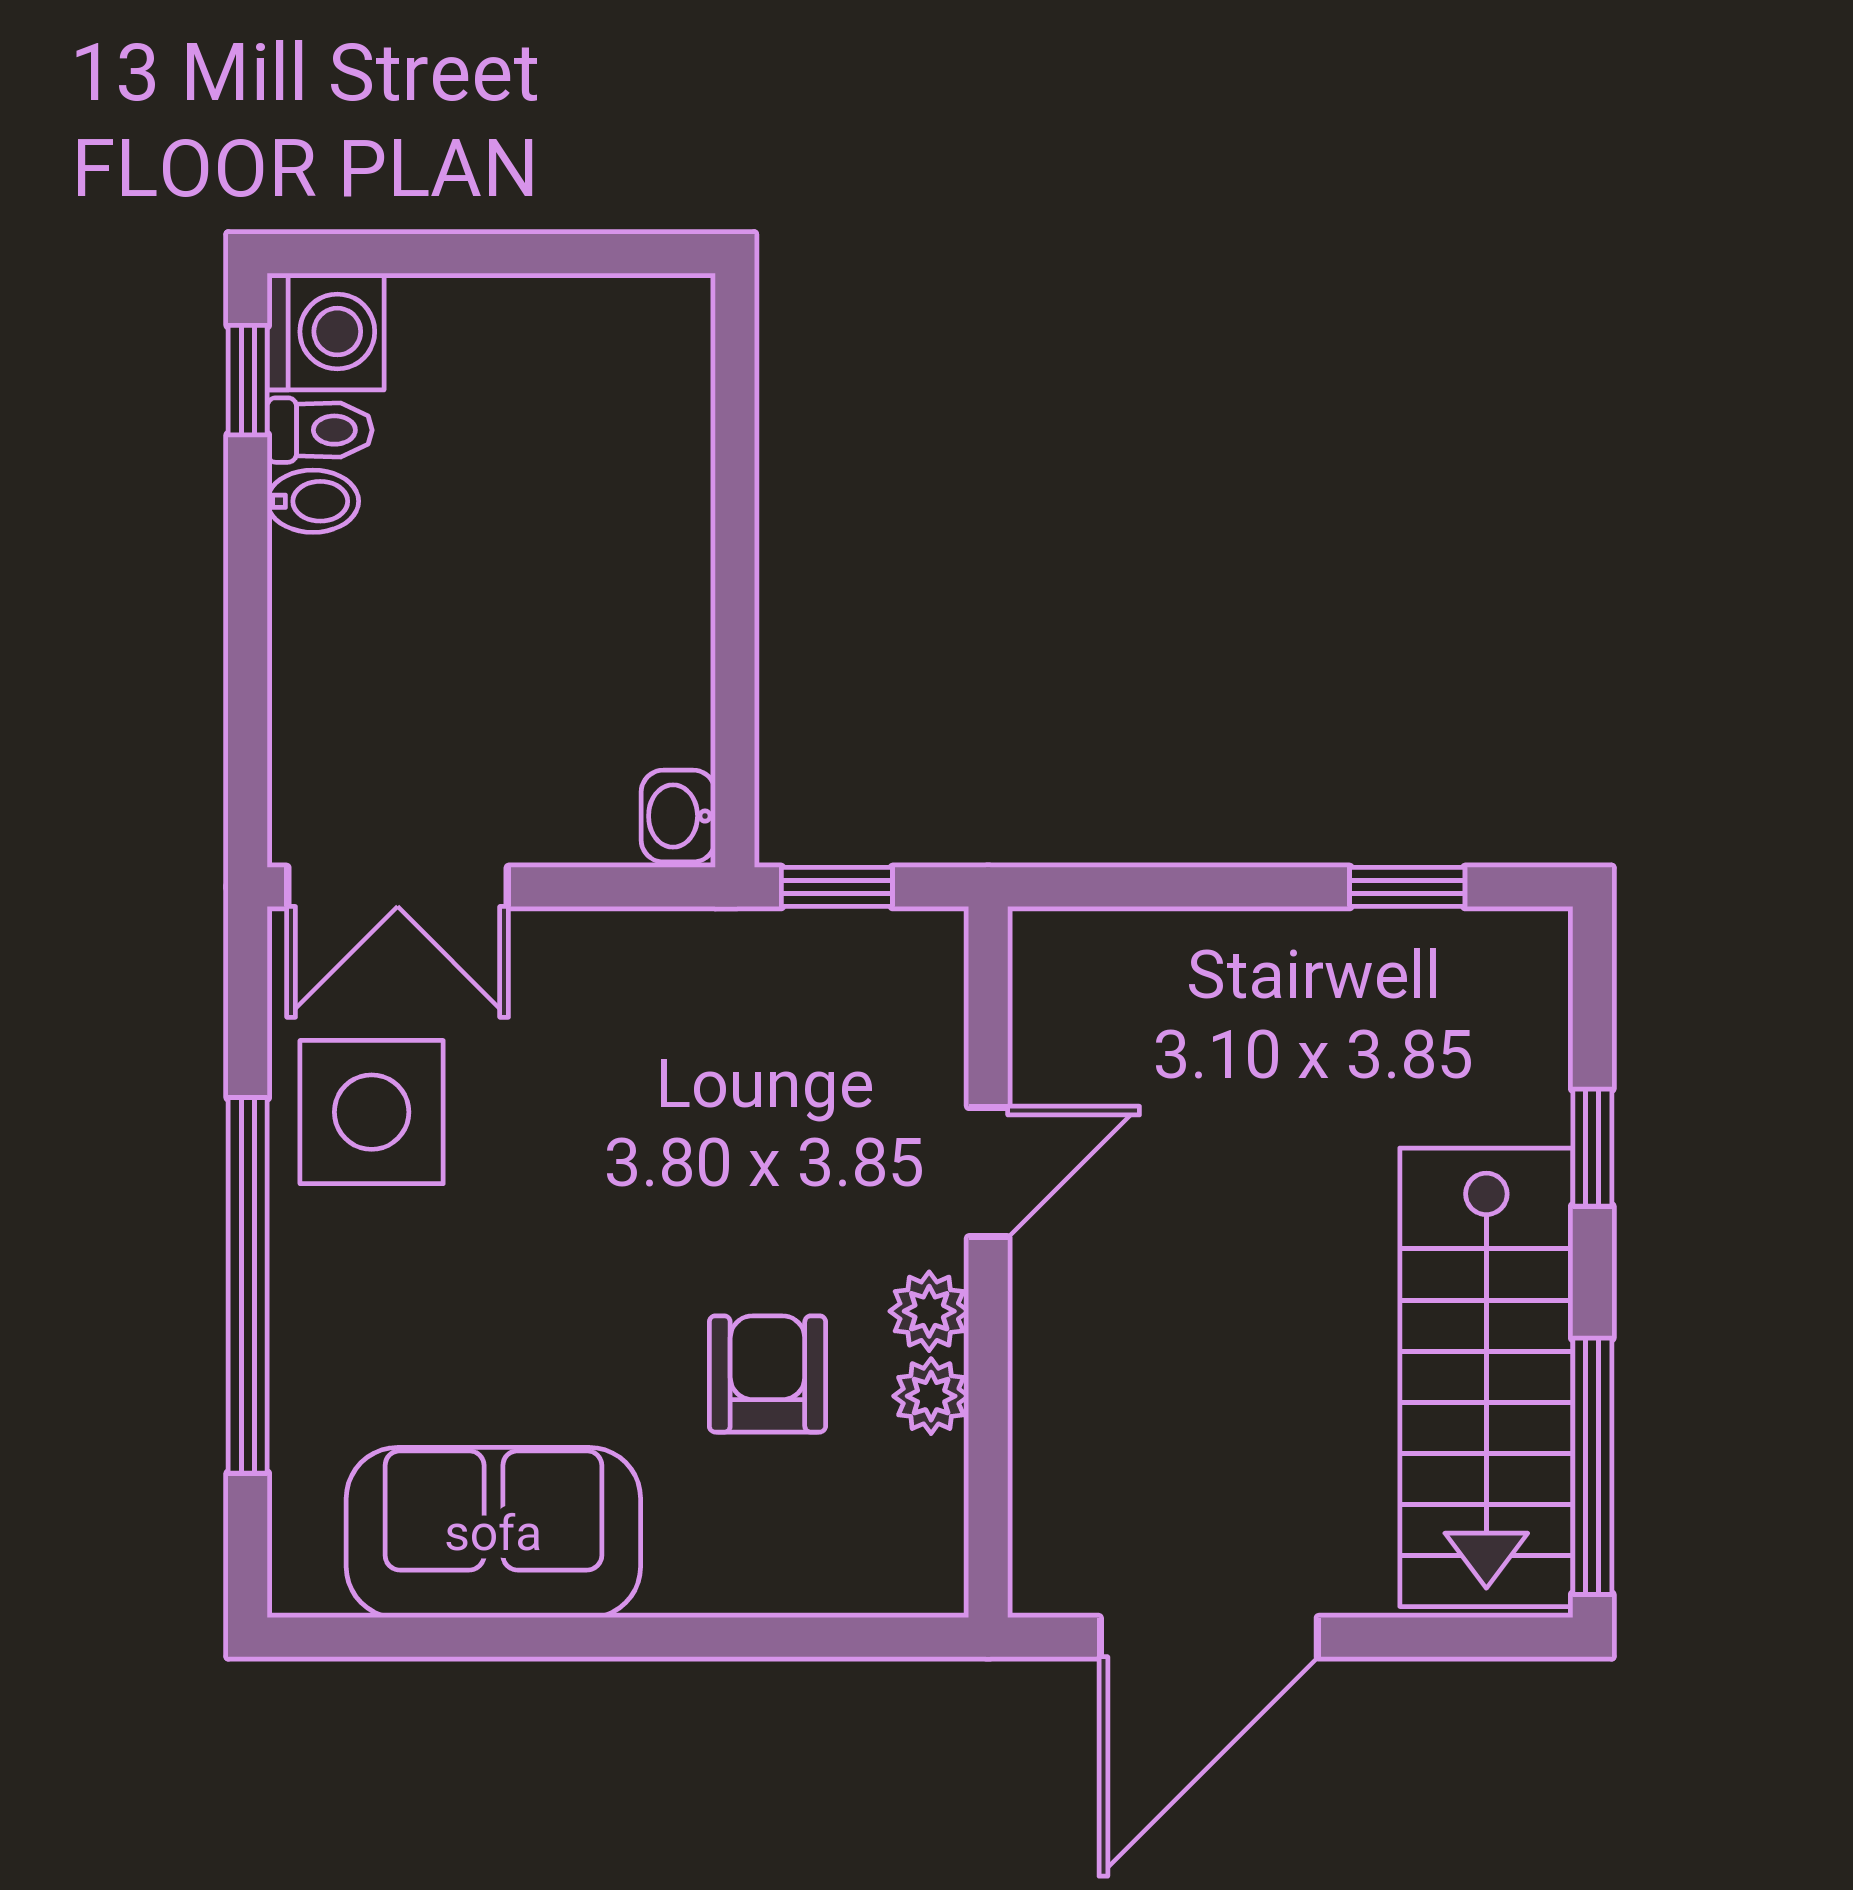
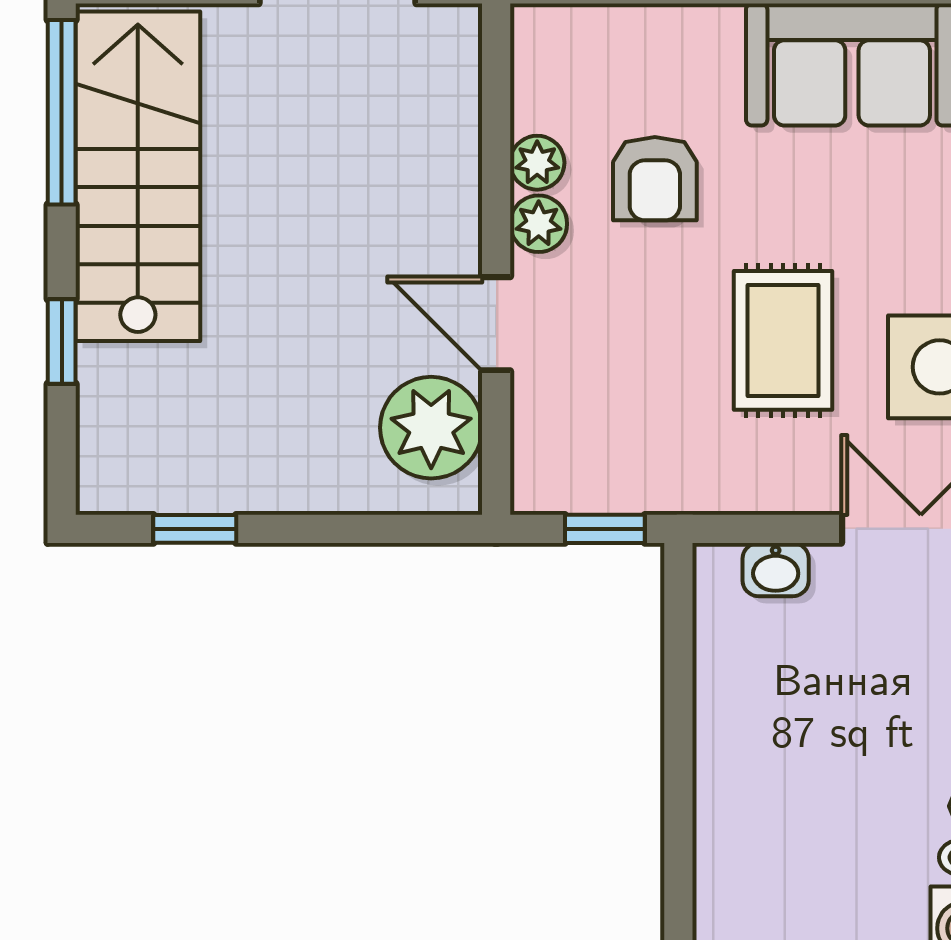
washbasin: (678, 816) -> (776, 570), moved, turned 90
plant: (1078, 1028) -> (431, 428), added
rug: (589, 1149) -> (783, 340), added
door: (988, 1172) -> (496, 324), hinge flipped

